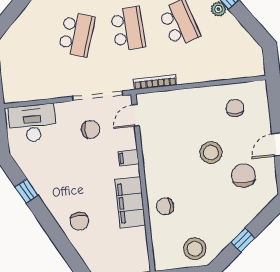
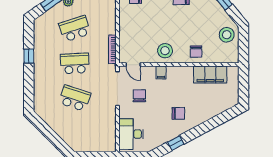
stool: (211, 153) -> (165, 51), moved
filing cabinet: (130, 202) -> (210, 75), moved
chair: (79, 221) -> (178, 113), moved

